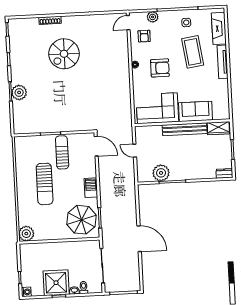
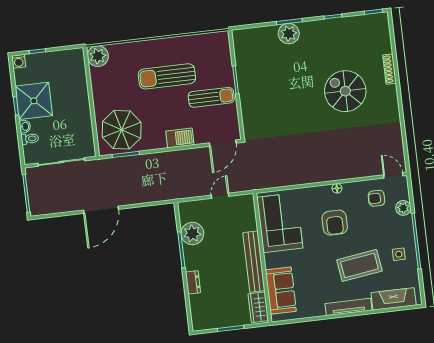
sofa: (195, 111) -> (281, 291), moved
dresser: (224, 173) -> (193, 282), moved
barbecue: (91, 188) -> (180, 138), moved

